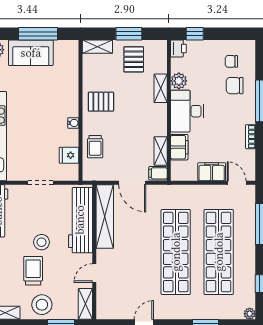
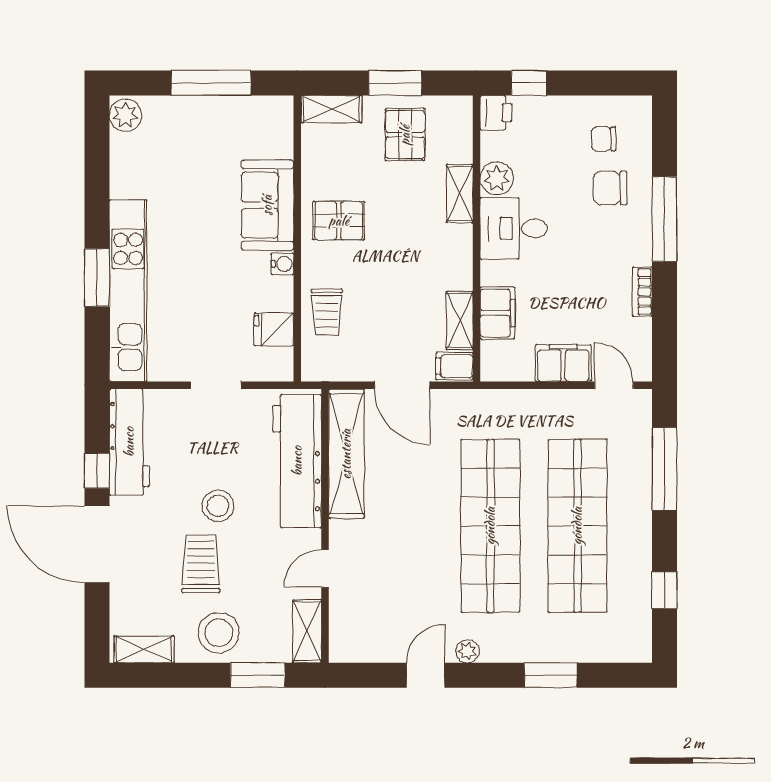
sofa: (31, 53) -> (267, 205), moved, turned 90
desk: (187, 111) -> (514, 228), width x0.73
plant: (250, 314) -> (468, 651), moved

